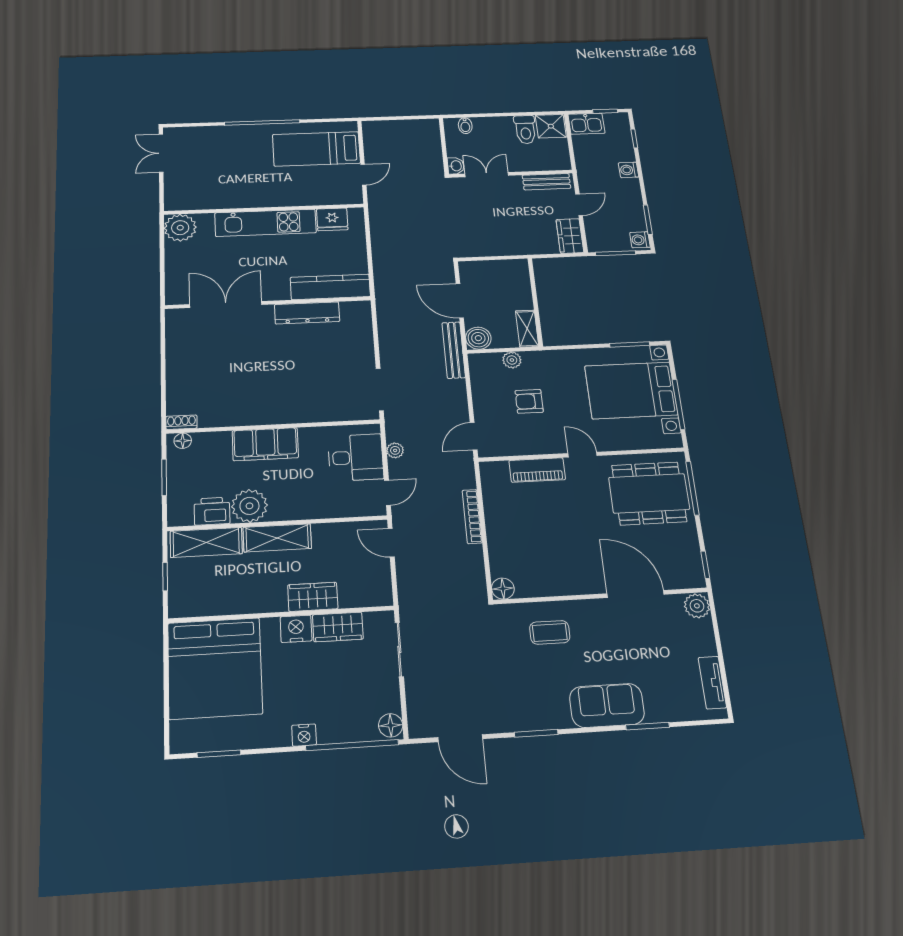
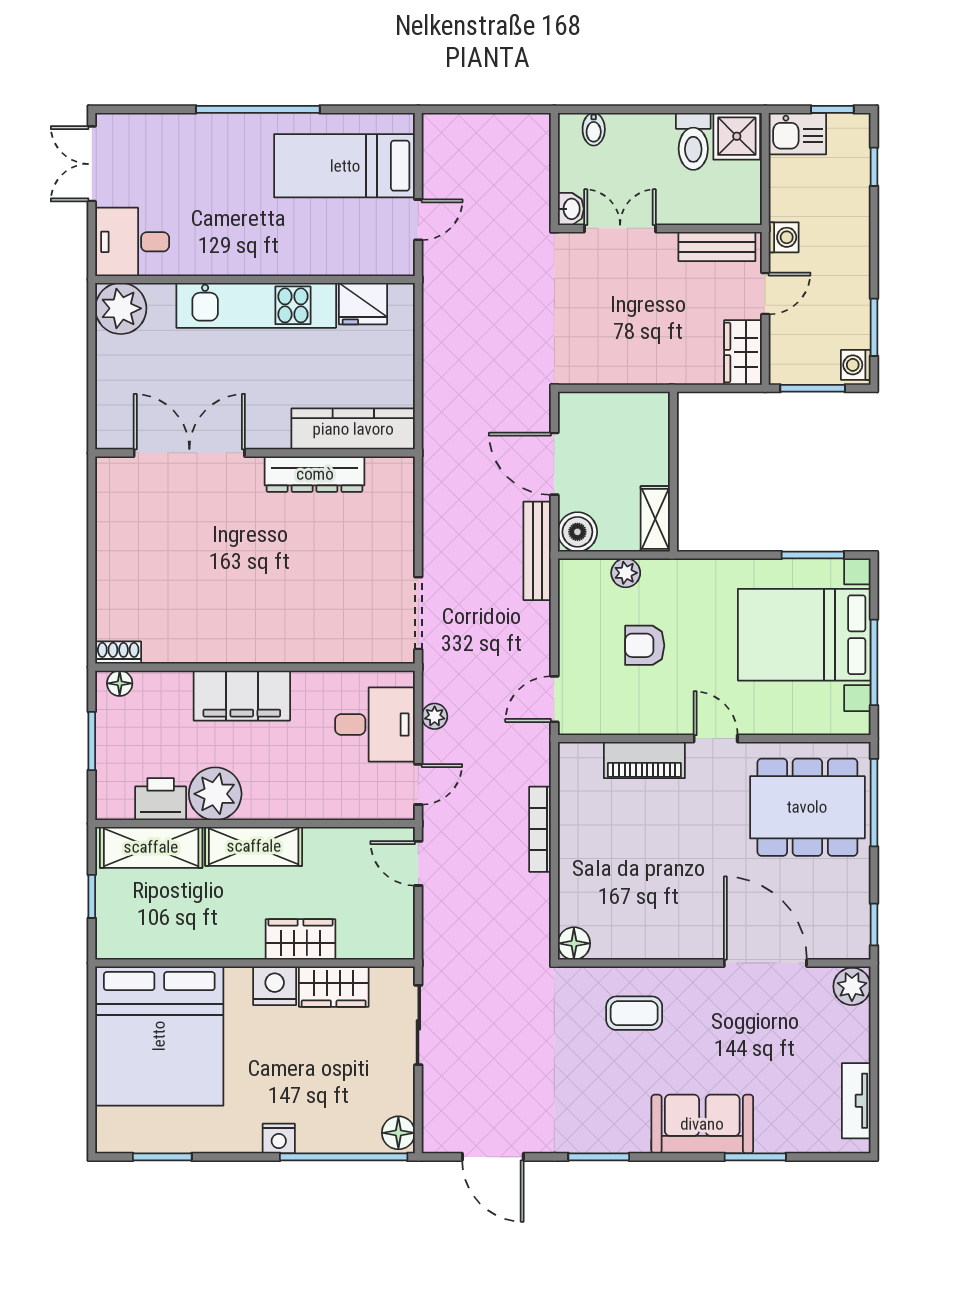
washing machine: (628, 170) -> (784, 237), moved, turned 180
desk: (187, 192) -> (132, 242), added

